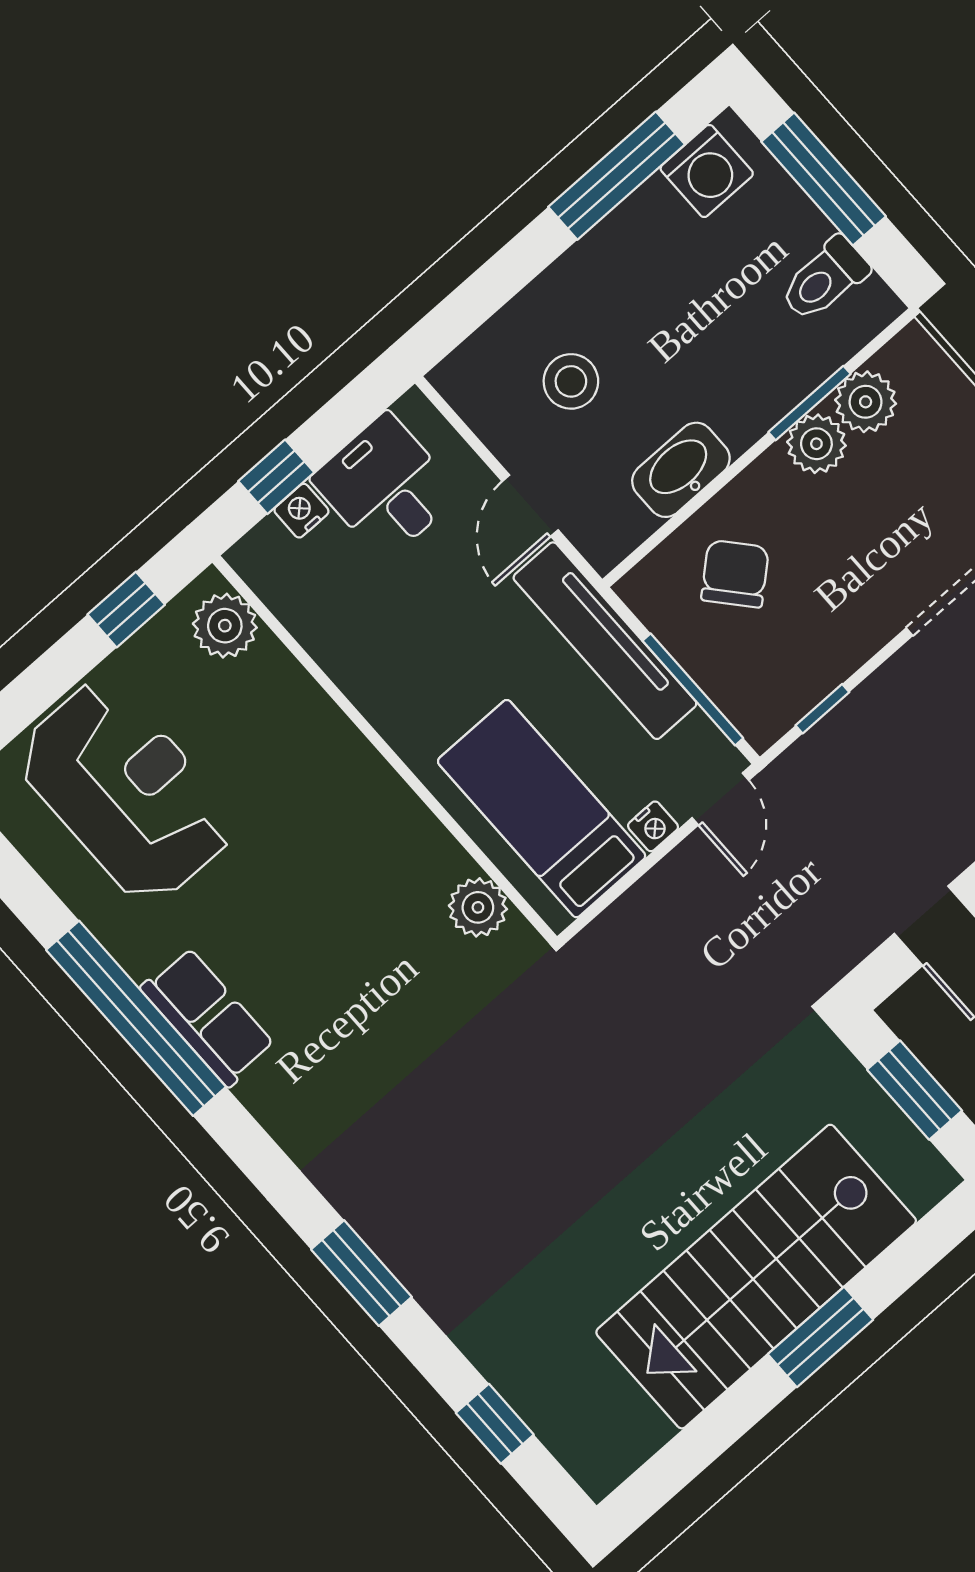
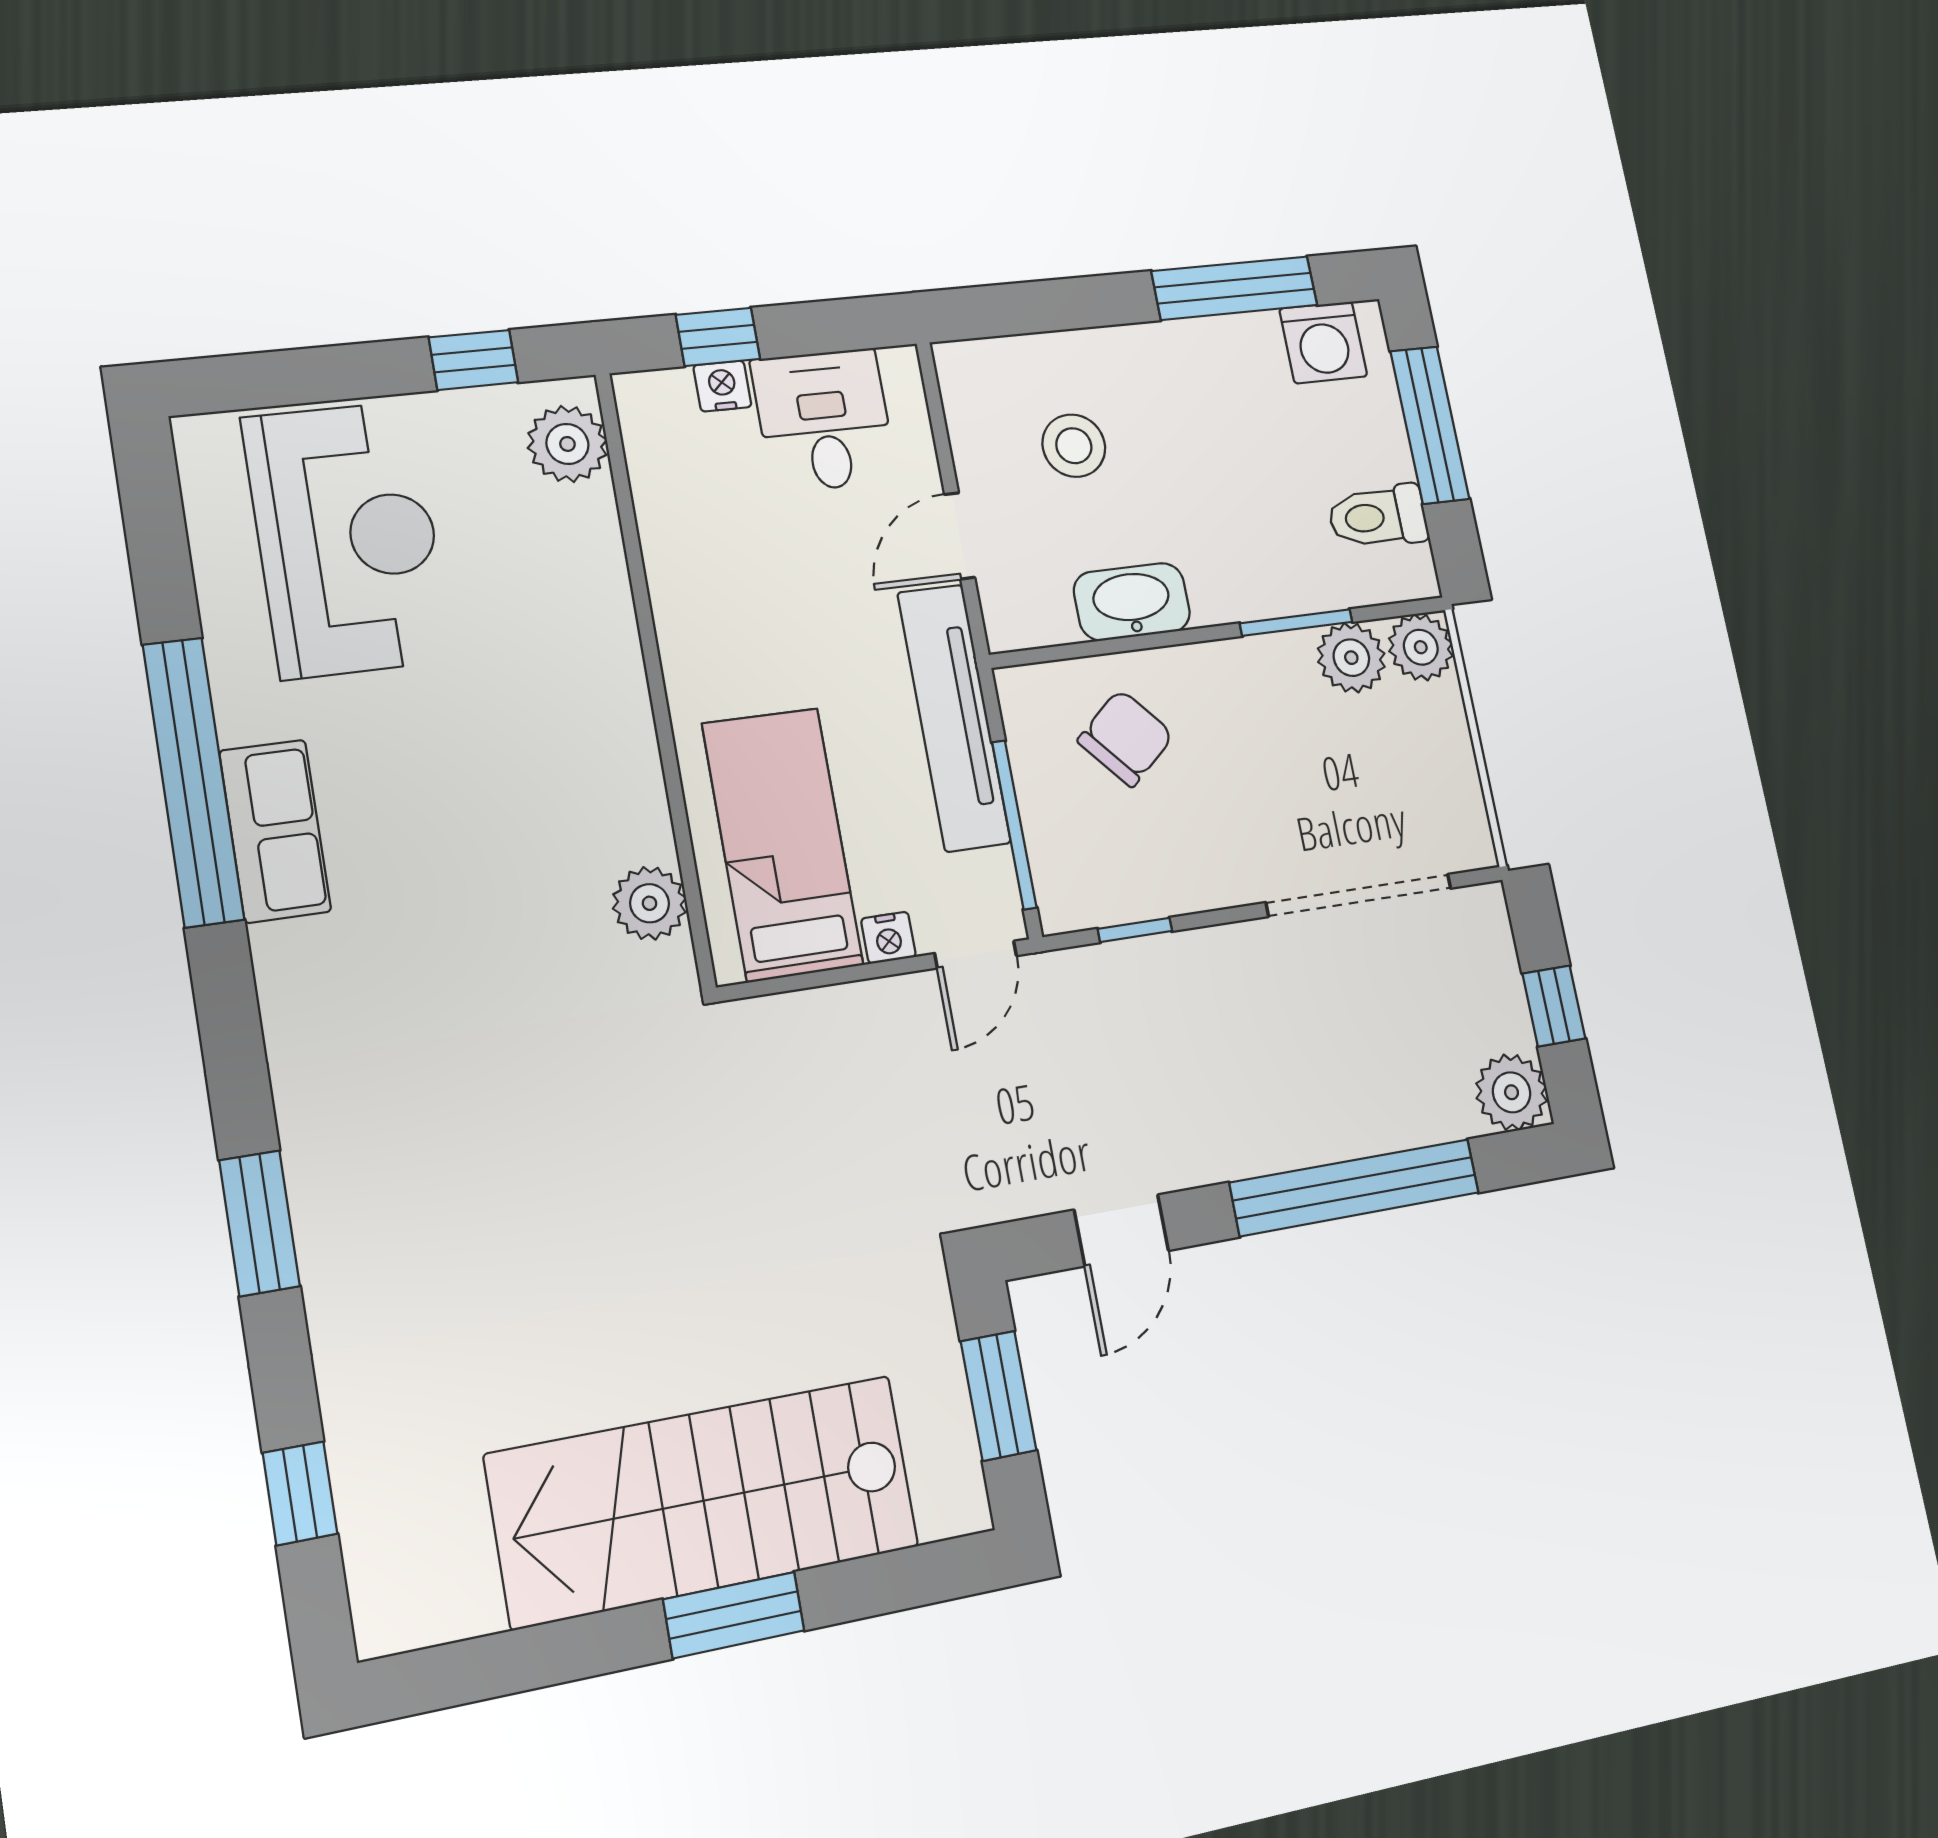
plant: (816, 444) -> (1421, 647), moved

